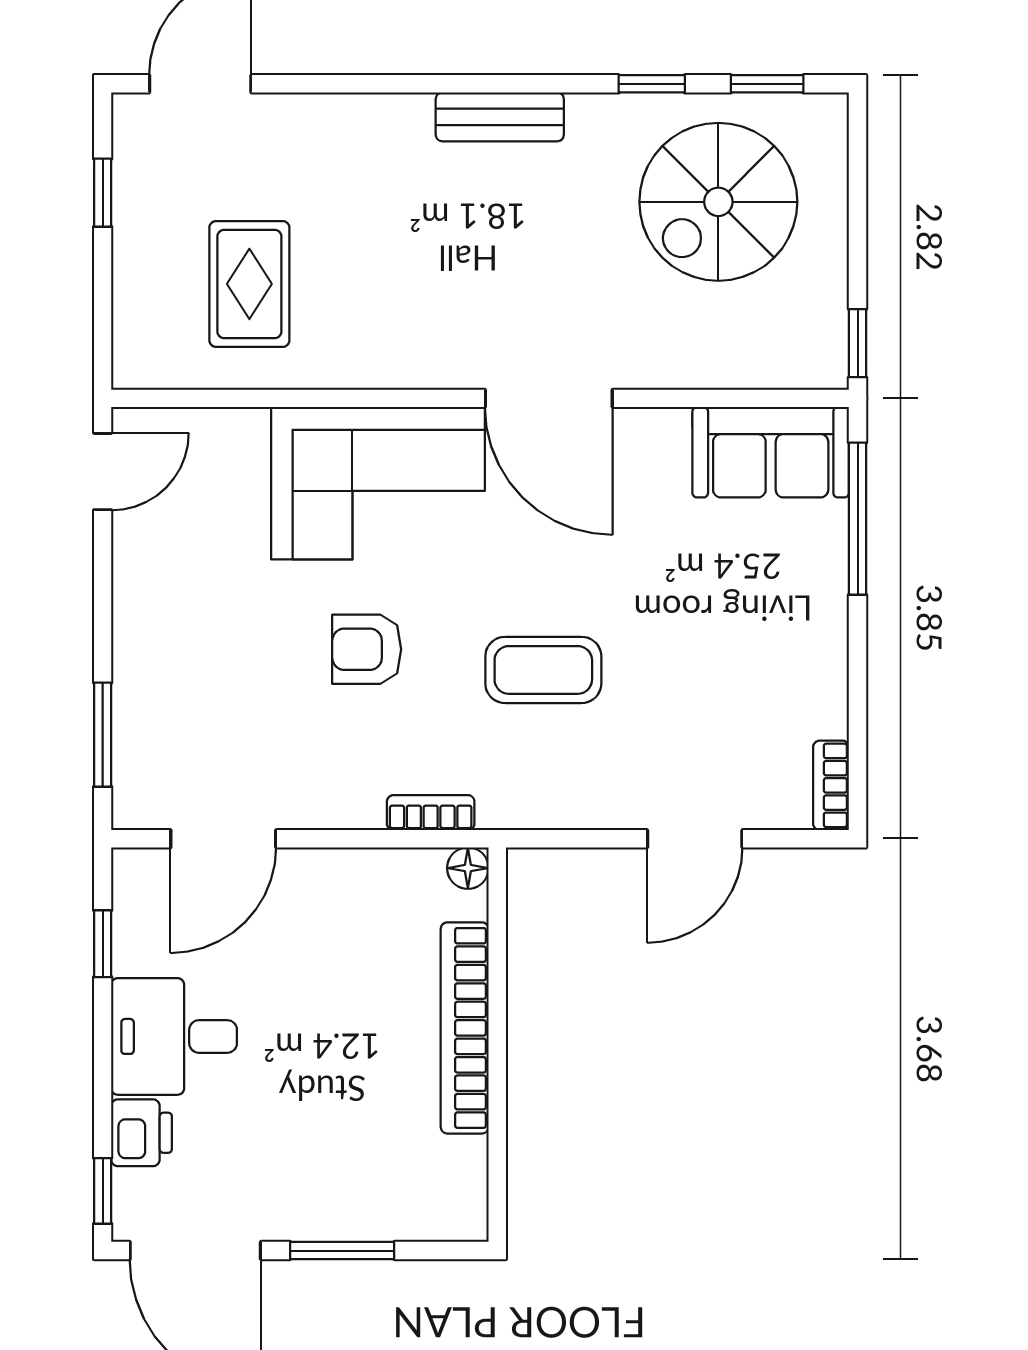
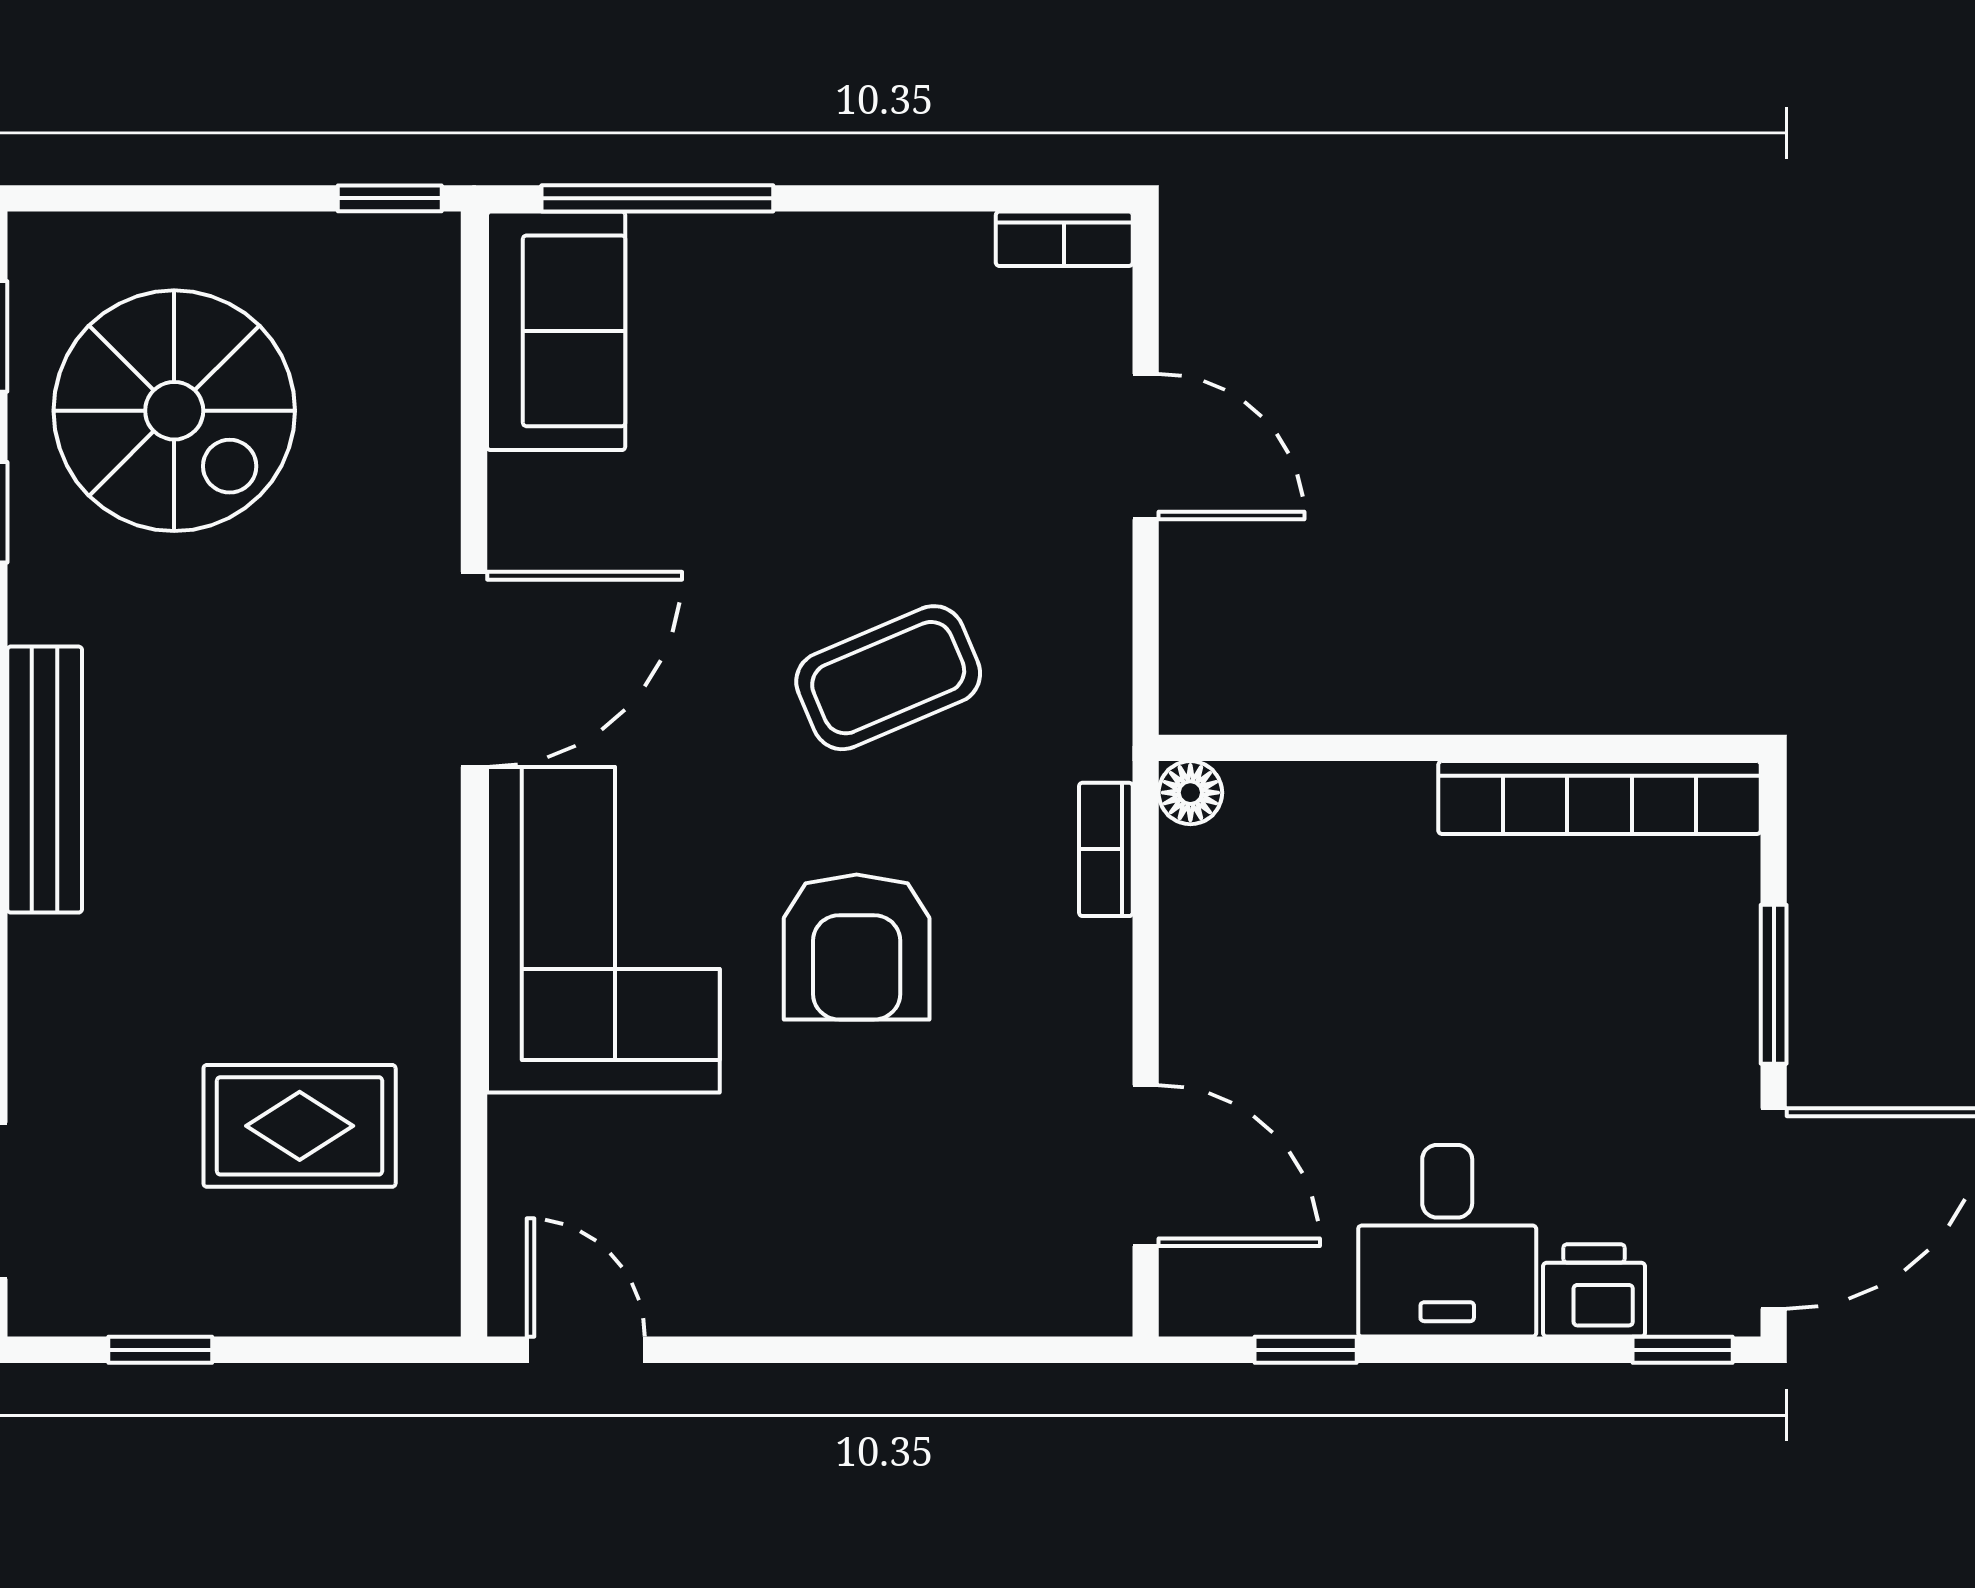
bench: (500, 117) -> (45, 780), width x1.36
armchair: (367, 649) -> (857, 947), width x1.38, depth x1.38
coffee table: (543, 670) -> (888, 678), turned 67
window: (103, 735) -> (987, 1350), removed
bookcase: (465, 1028) -> (1600, 798), moved

